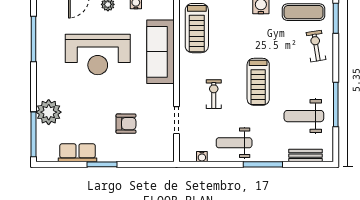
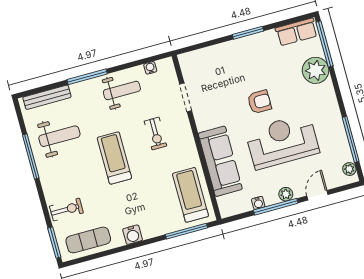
plant: (42, 12) -> (349, 169), added
exercise bike: (316, 46) -> (66, 210), turned -81
armchair: (126, 124) -> (259, 102), moved, turned 180
row of seats: (77, 153) -> (296, 32), moved
bench: (306, 156) -> (47, 97), width x1.36

